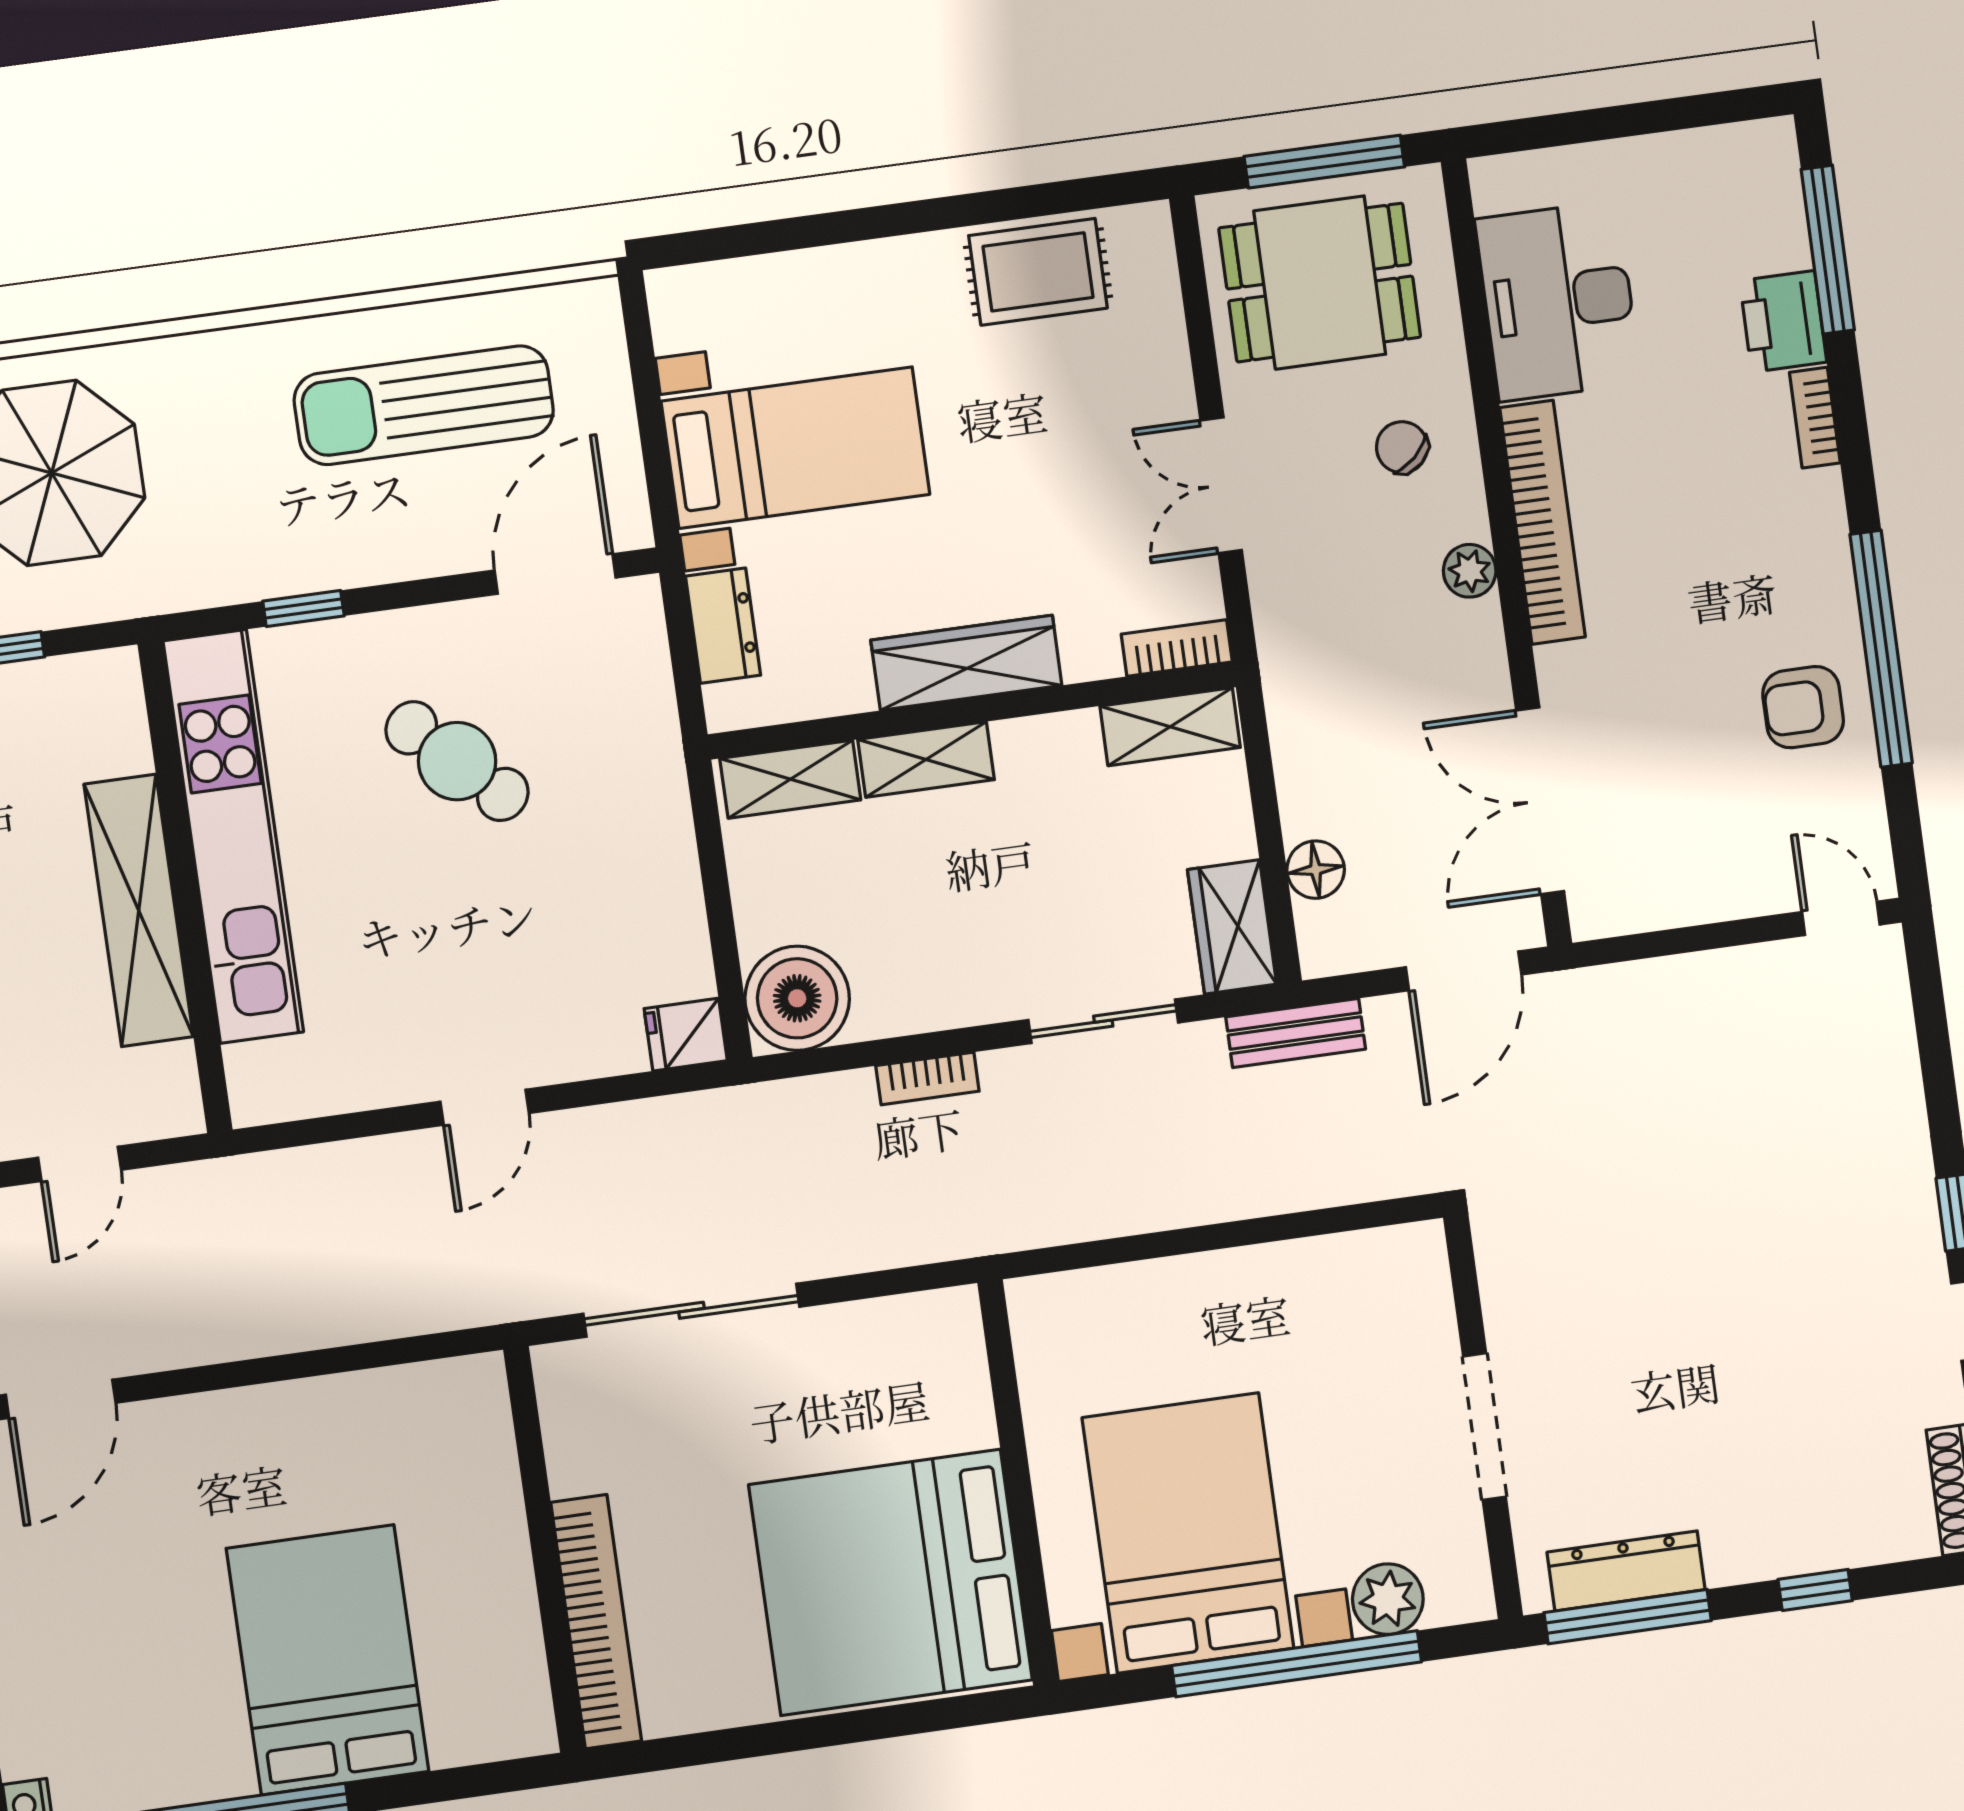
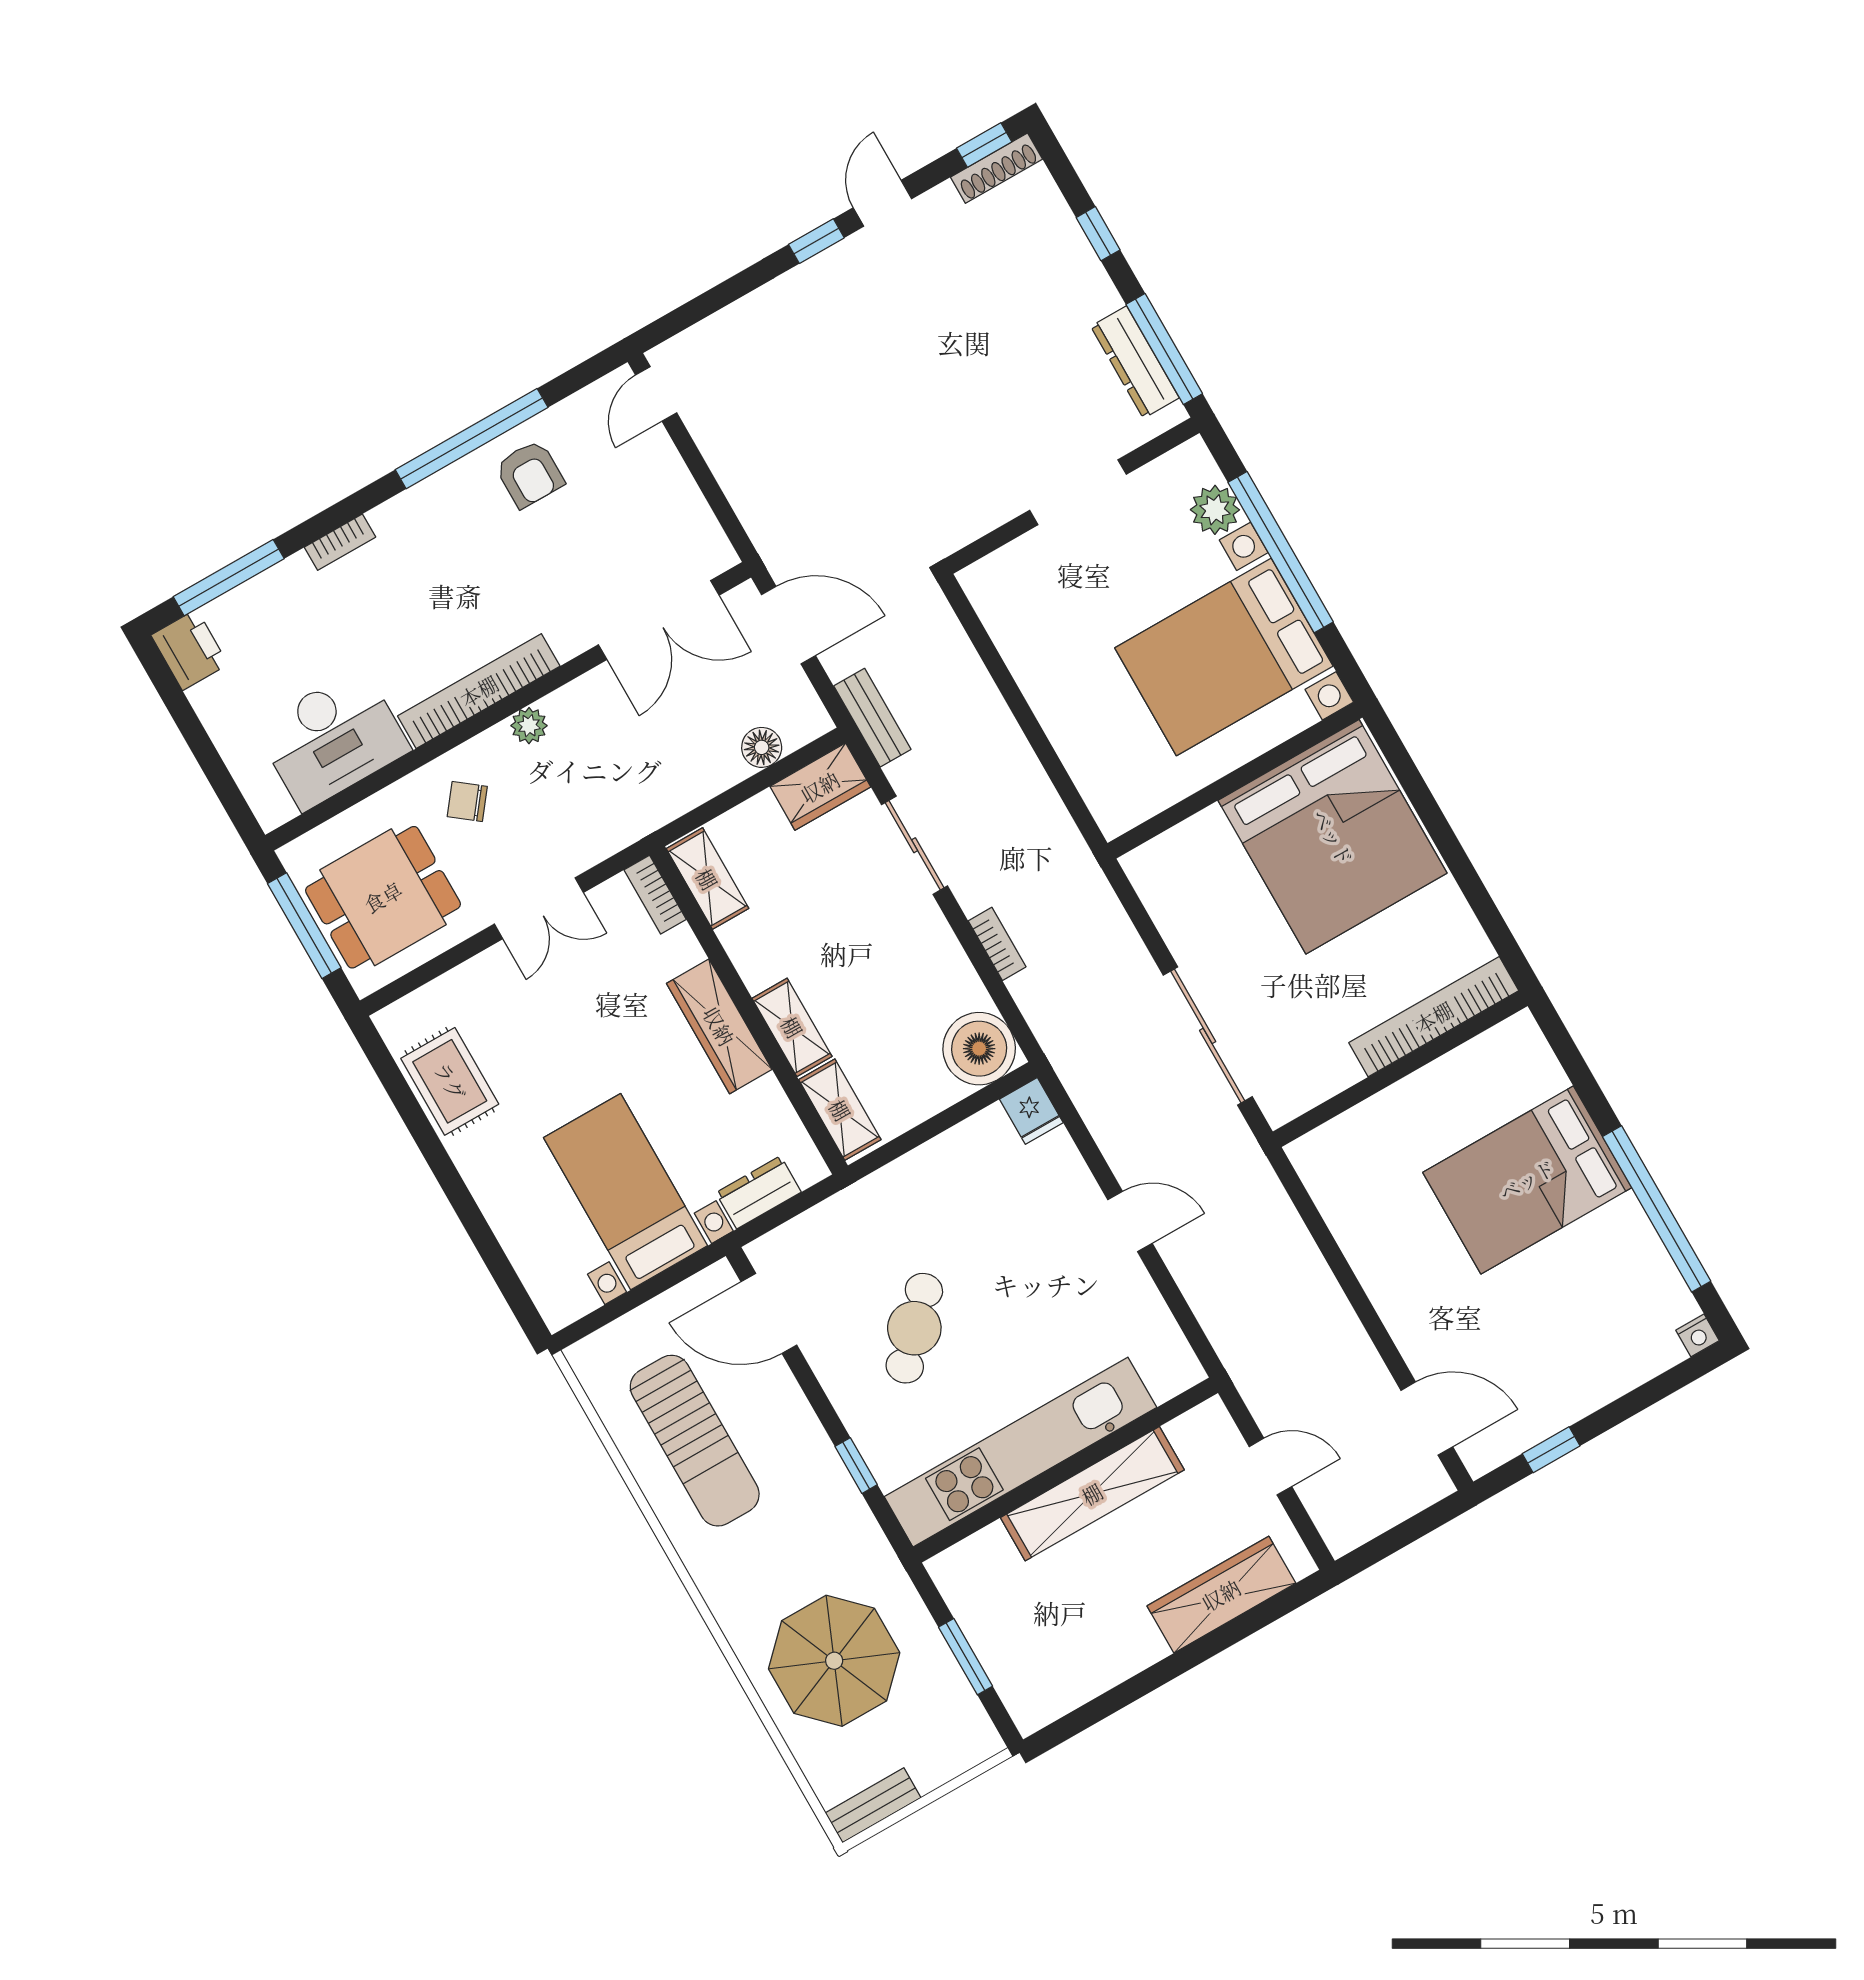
dining table: (1320, 283) -> (383, 897), turned 90
printer: (1783, 321) -> (190, 650), moved, turned -90
chair: (1402, 447) -> (467, 801), turned 81

